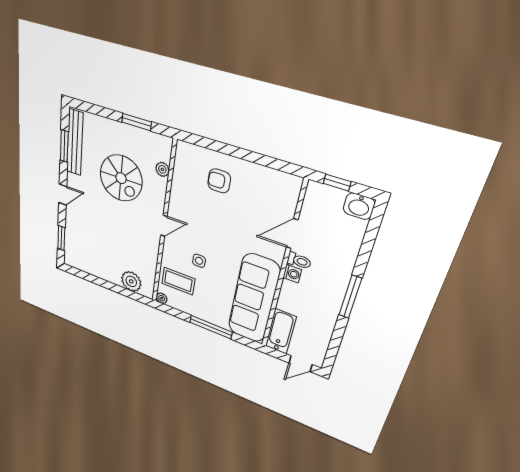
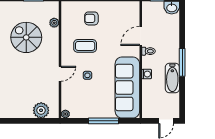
spiral stairs: (121, 178) -> (26, 37), turned 180
door: (164, 226) -> (60, 74), moved
washing machine: (292, 274) -> (147, 74), moved
coffee table: (178, 281) -> (85, 46), moved
bathtub: (281, 331) -> (172, 78), moved, turned 180

